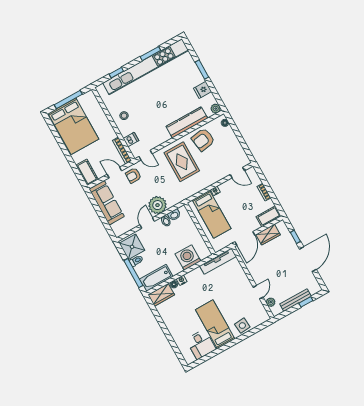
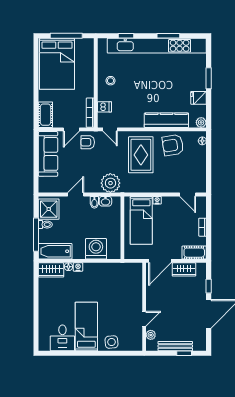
door: (114, 172) -> (71, 129), swing flipped
plant: (157, 205) -> (110, 183), moved
tv unit: (218, 261) -> (122, 268), removed

